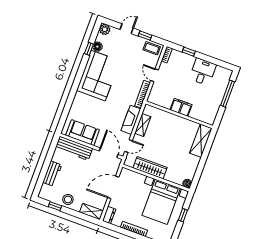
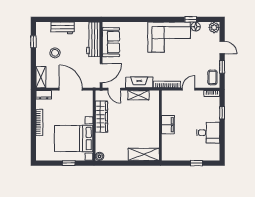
window: (228, 94) -> (196, 163), width x0.46
stool: (68, 199) -> (55, 53), moved

